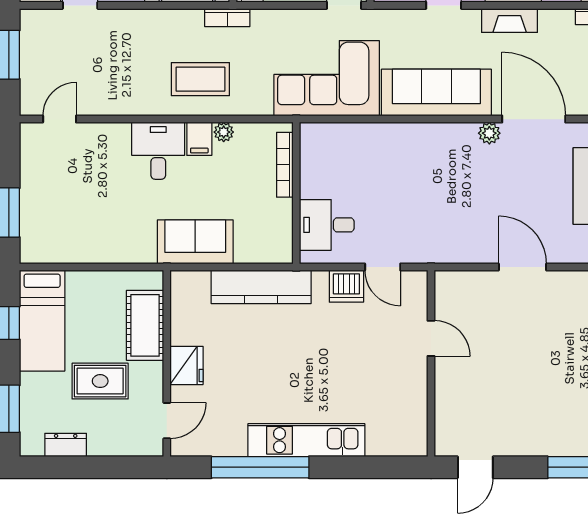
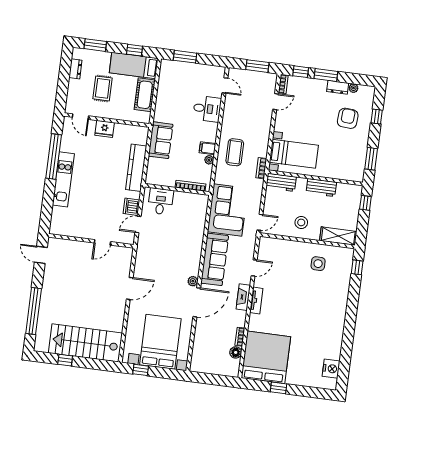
desk: (158, 151) -> (207, 109), moved
cot: (145, 325) -> (145, 95), moved, turned 90

